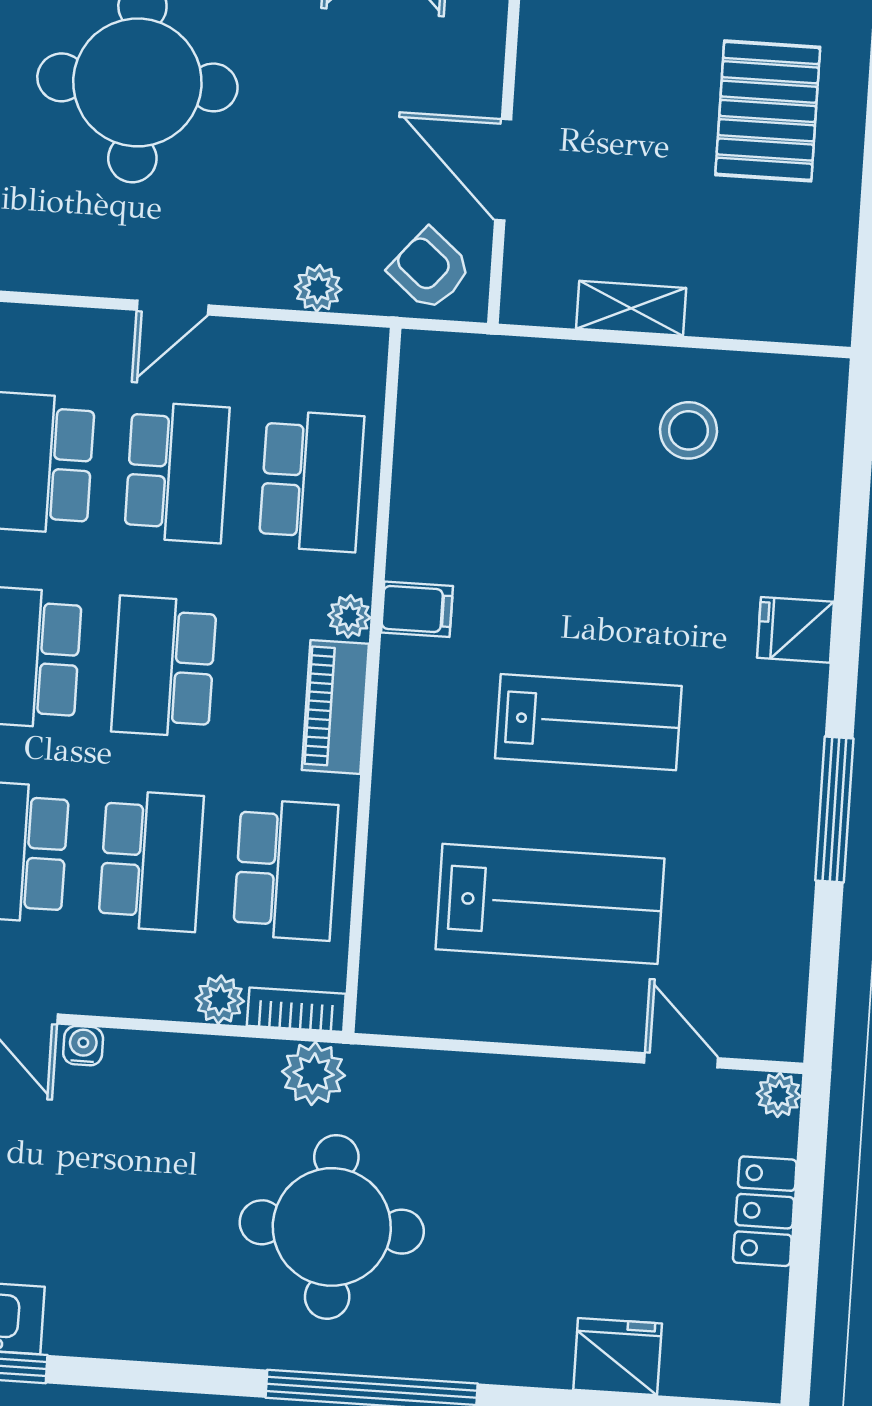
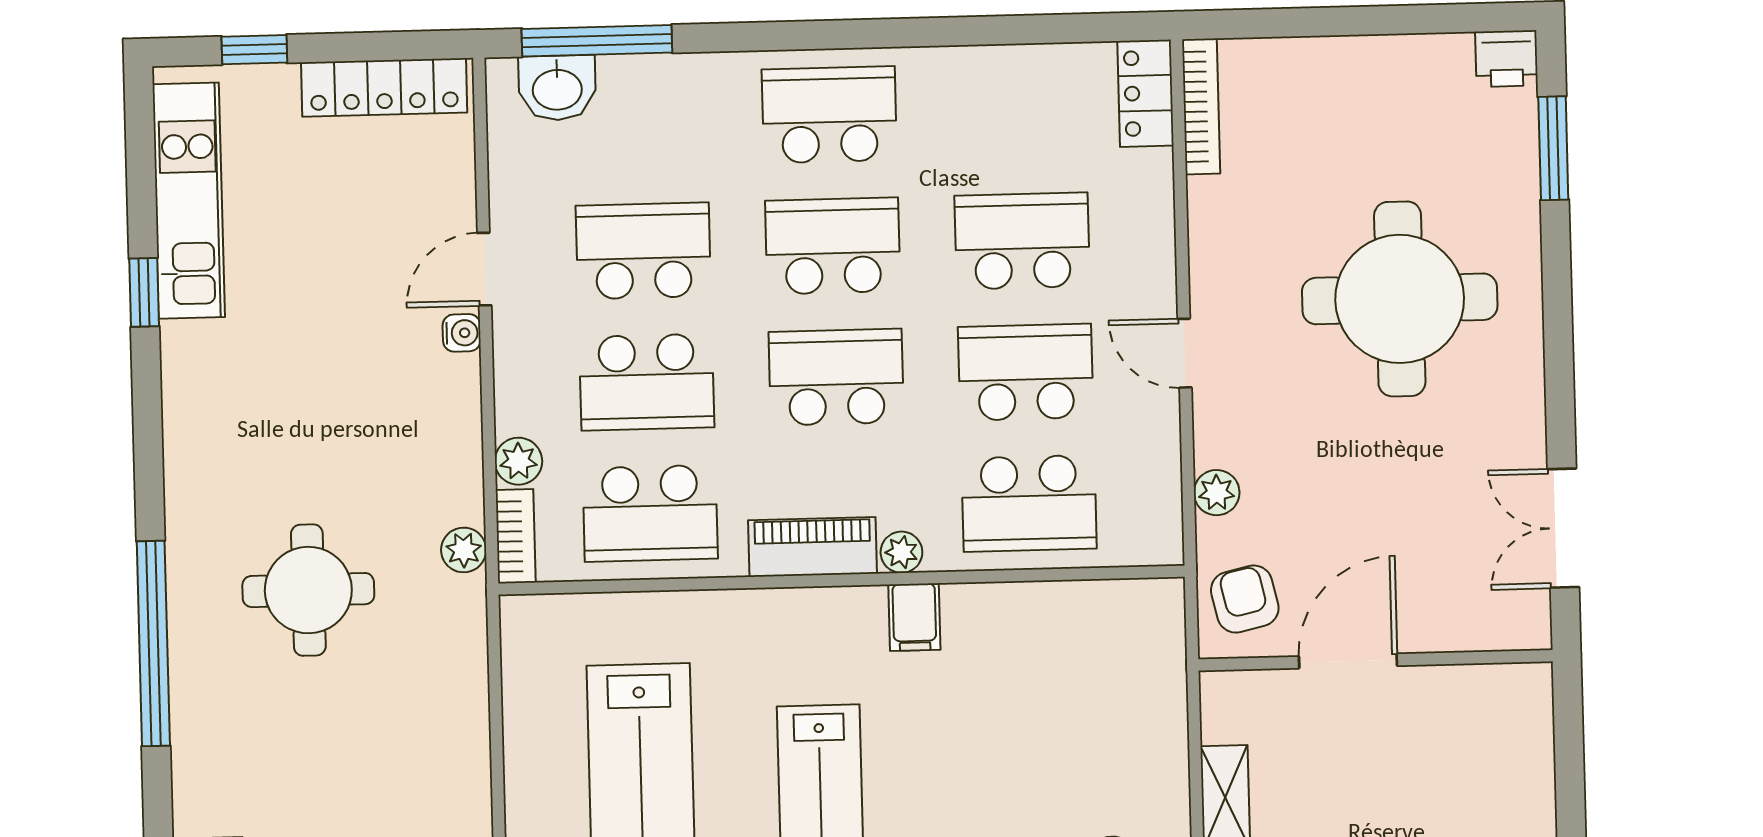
armchair: (430, 269) -> (1245, 599), turned -53
school desk: (177, 472) -> (1026, 372), turned 180
plant: (314, 1073) -> (464, 550), width x0.73, depth x0.73
round table: (332, 1227) -> (308, 590), width x0.73, depth x0.73

